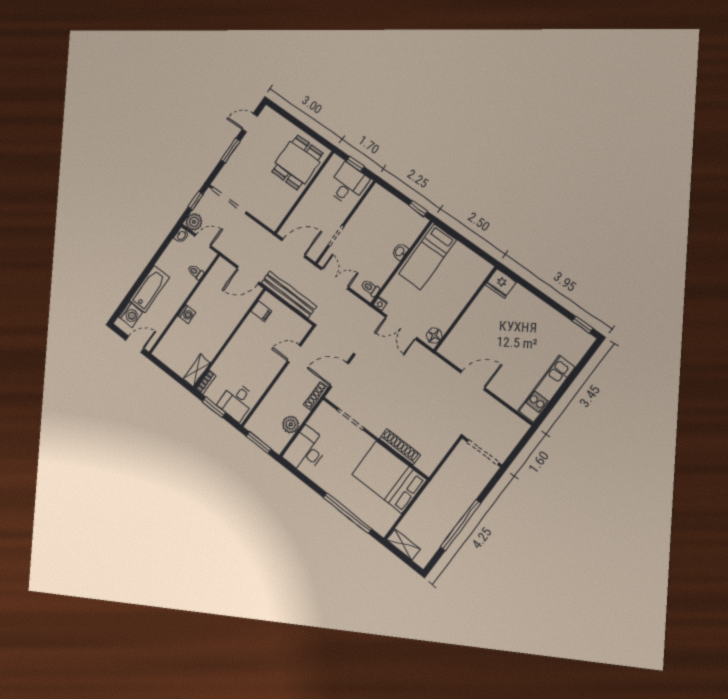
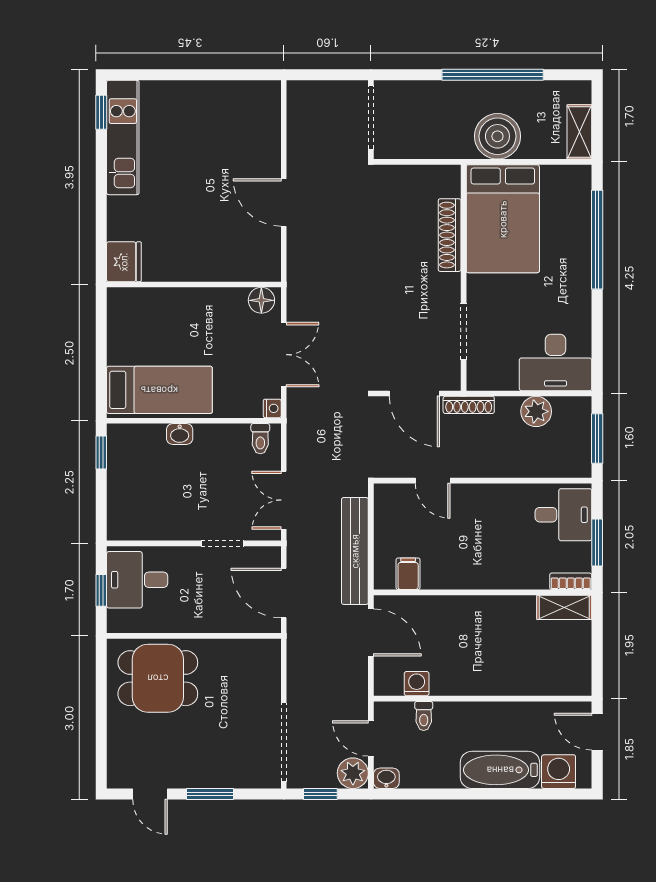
washing machine: (187, 314) -> (417, 684), moved
kitchen unit: (546, 389) -> (123, 137), moved, turned -90
boiler: (430, 505) -> (497, 136), added

